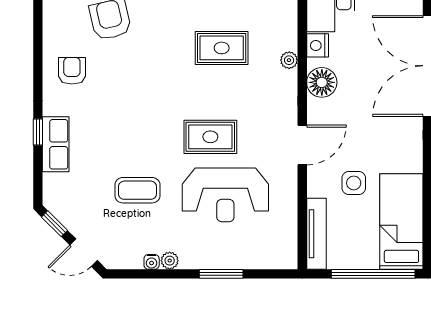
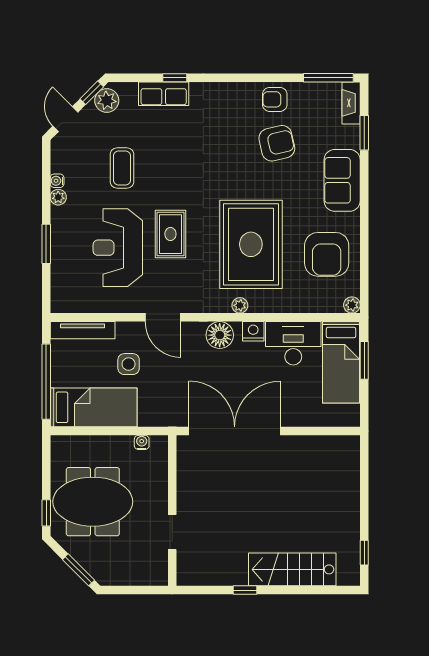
rug: (222, 48) -> (251, 244), width x1.86, depth x2.06
armchair: (72, 71) -> (275, 99), moved, turned 180
plant: (63, 207) -> (107, 101), added

